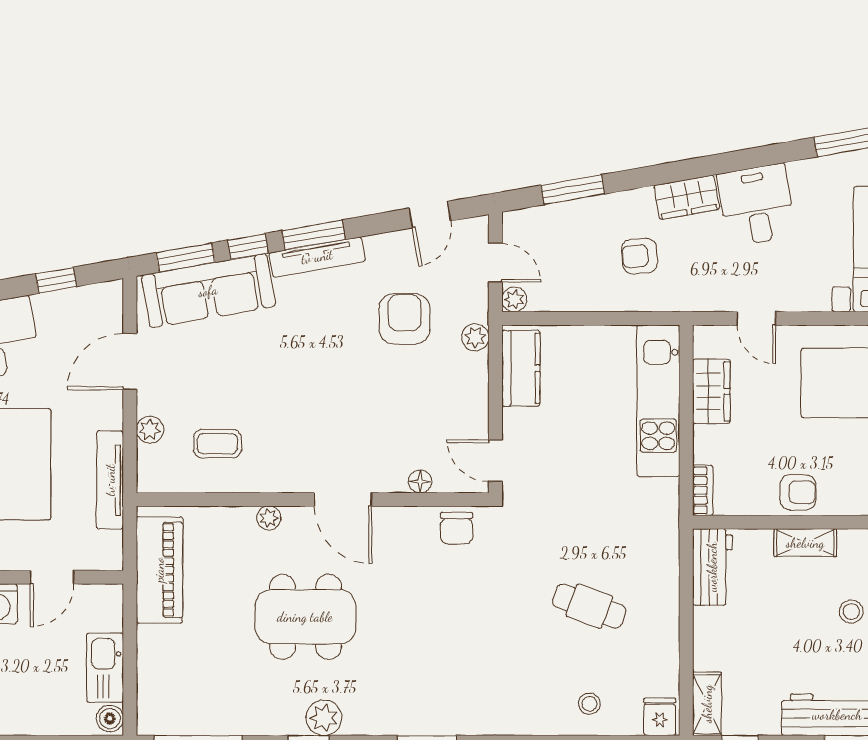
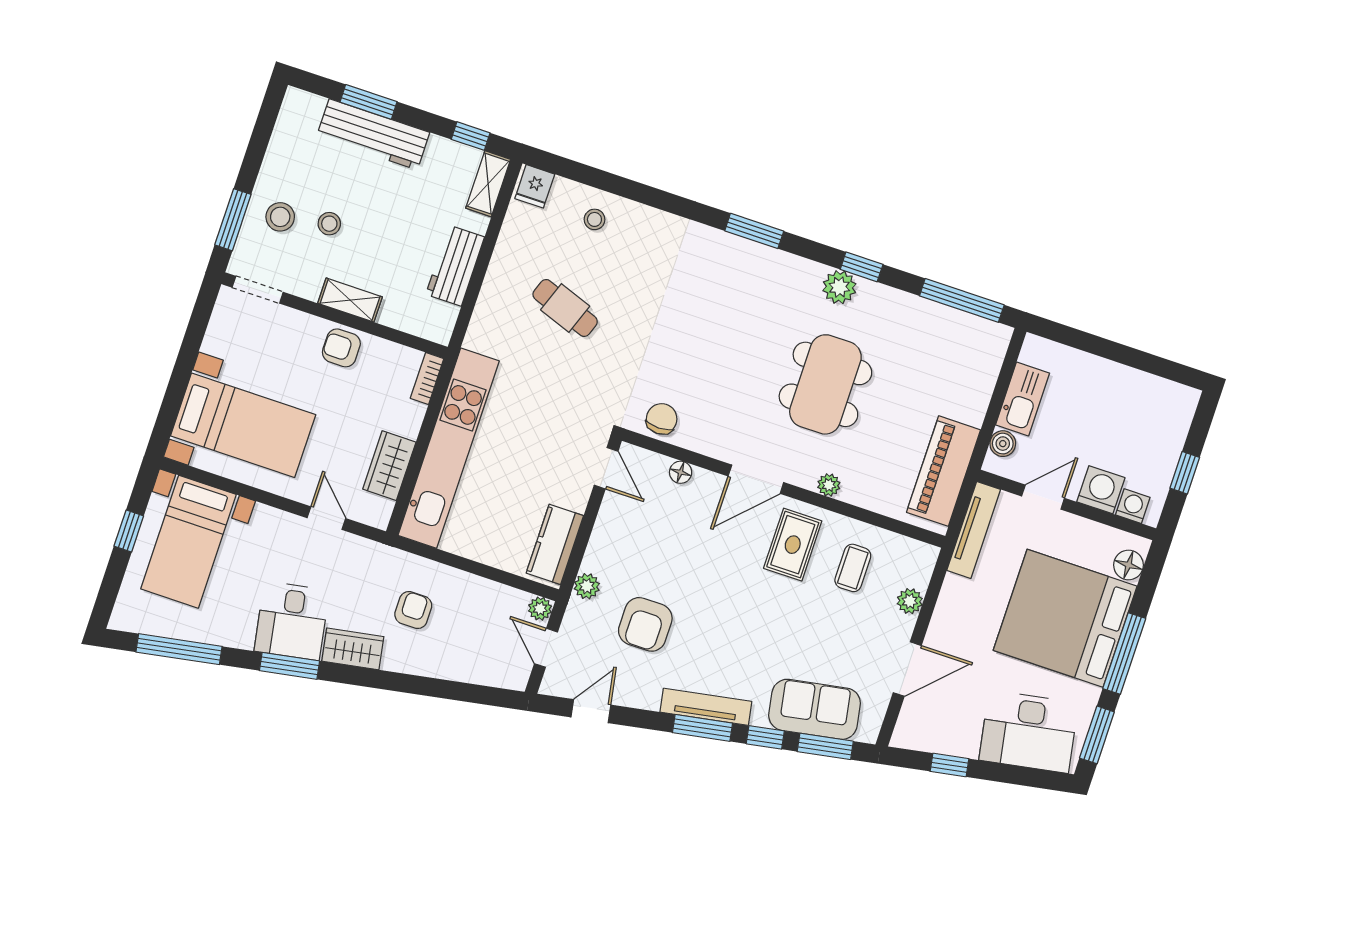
window: (573, 190) -> (290, 666), moved
armchair: (640, 256) -> (413, 610), turned -85
sofa: (208, 291) -> (815, 709), width x0.73
kitchen unit: (658, 401) -> (449, 448), width x1.36
coffee table: (217, 444) -> (853, 568), turned 90
rug: (285, 447) -> (793, 545), added
tv unit: (110, 480) -> (974, 530), moved
door: (343, 500) -> (756, 479), swing flipped
workbench: (712, 567) -> (455, 266), moved
dining table: (305, 617) -> (825, 384), turned 90
boiler: (110, 719) -> (1003, 444), moved

